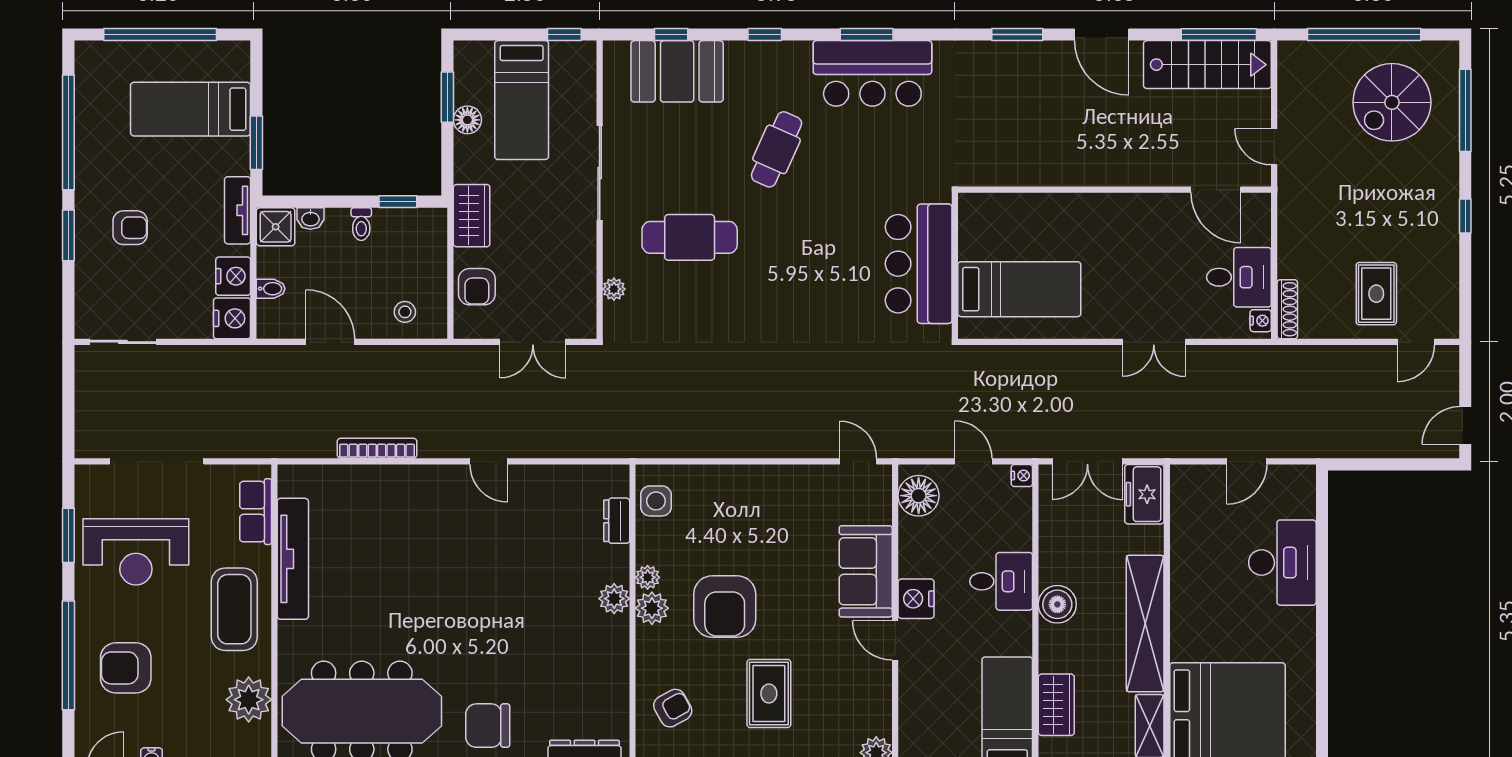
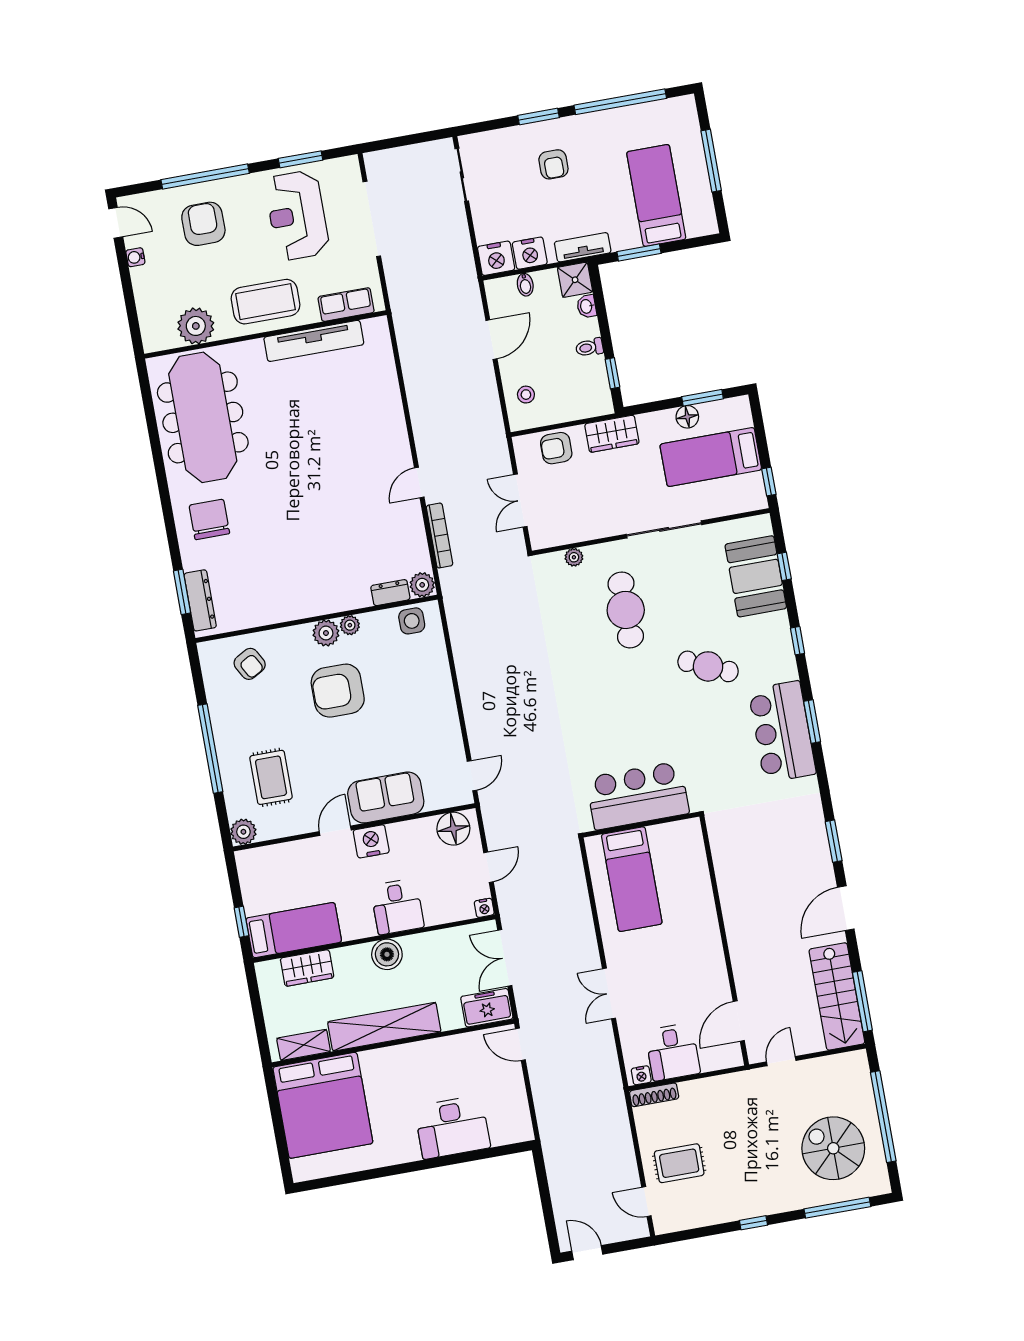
window: (160, 35) -> (711, 161), width x0.68
bookcase: (377, 448) -> (440, 535), moved
door: (1247, 461) -> (520, 1044), moved
plant: (614, 599) -> (422, 585), moved
rug: (769, 694) -> (271, 777), moved, turned 90

